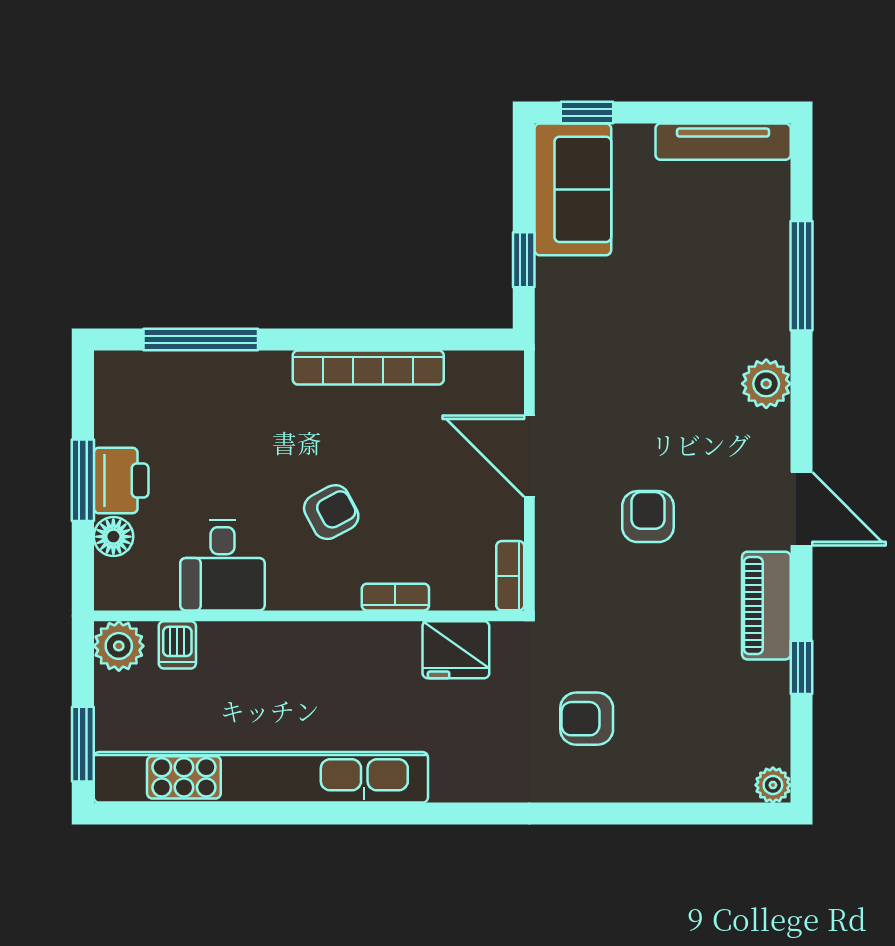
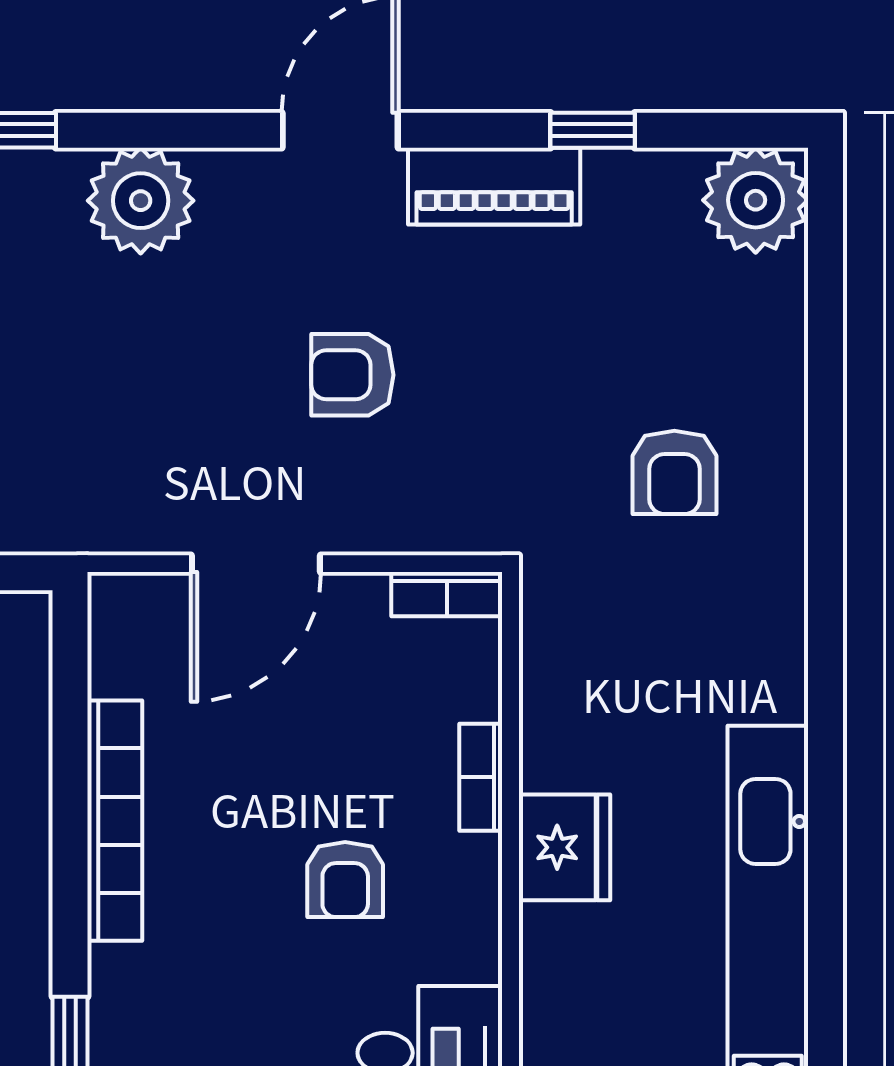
plant: (766, 384) -> (141, 201), width x1.36, depth x1.36
armchair: (331, 512) -> (345, 880), turned -152
fridge: (456, 650) -> (564, 847), moved
plant: (773, 785) -> (756, 200), width x1.87, depth x1.87

